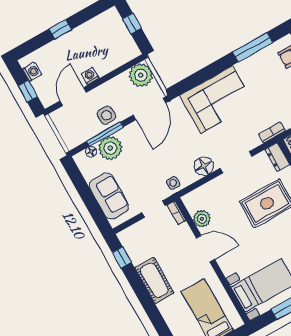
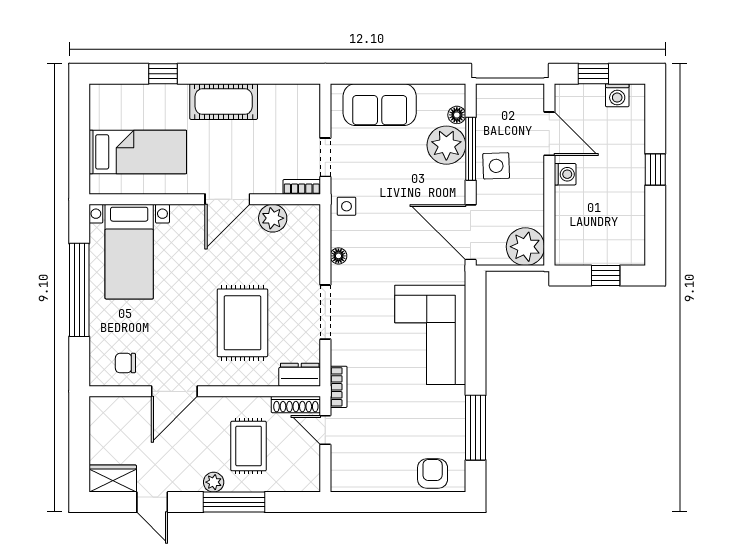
floor lamp: (204, 166) -> (338, 256), width x0.53, depth x0.53
window: (122, 257) -> (163, 74), moved

